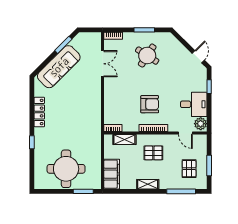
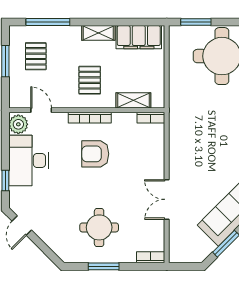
round table: (147, 56) -> (99, 227), turned -33
double door: (103, 64) -> (167, 199), moved
desk: (194, 104) -> (29, 161), width x1.37
pallet: (153, 153) -> (90, 80), turned 90
filing cabinet: (112, 174) -> (139, 37), moved, turned -90

